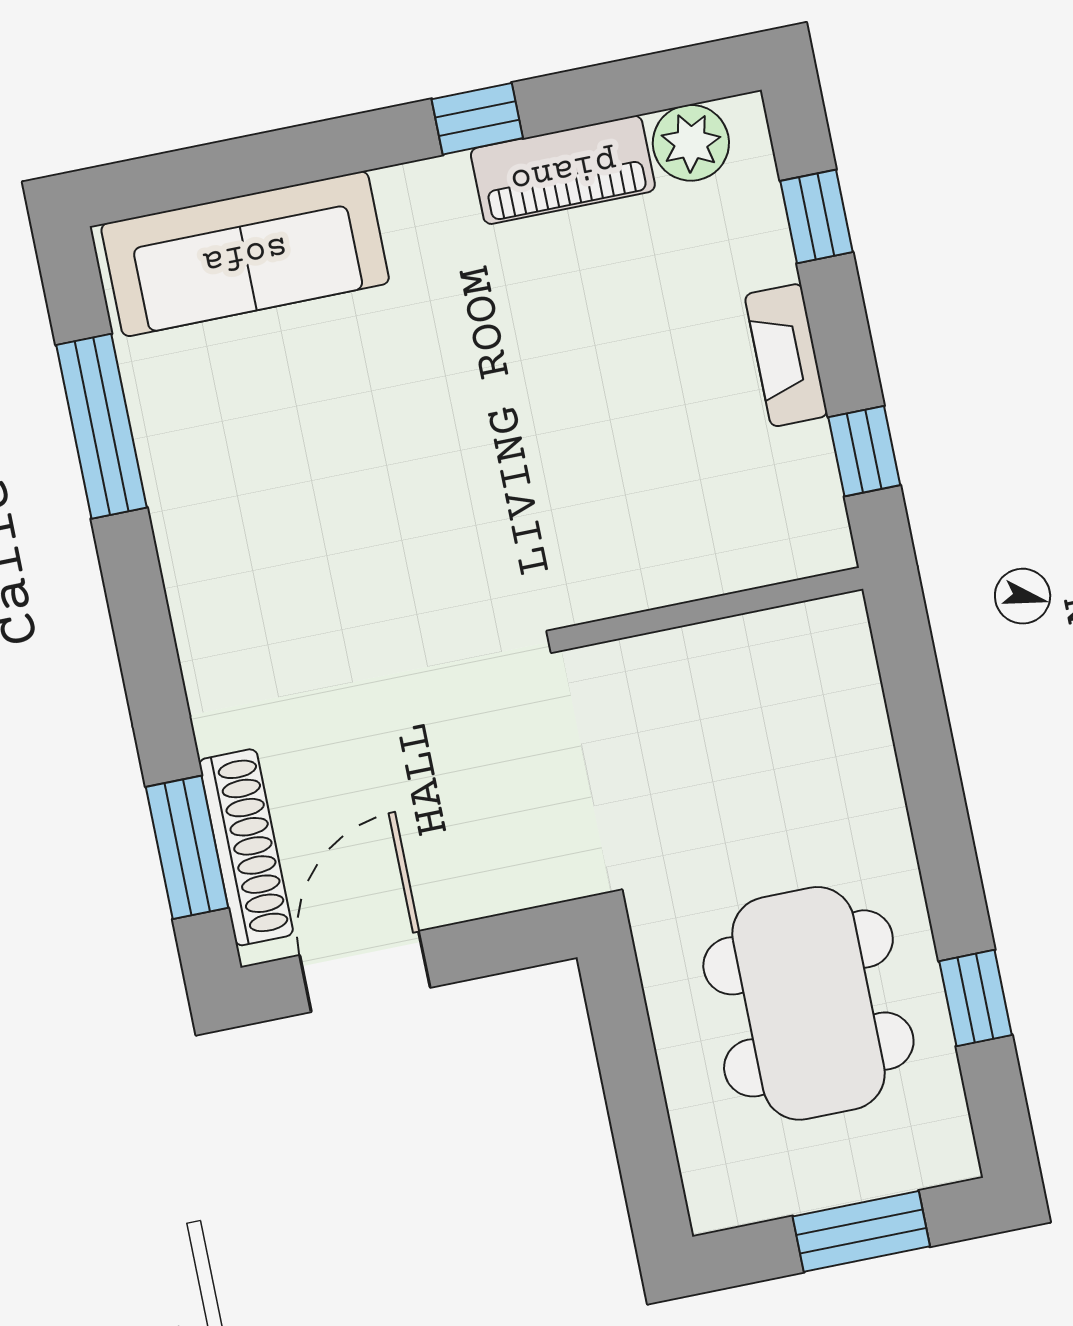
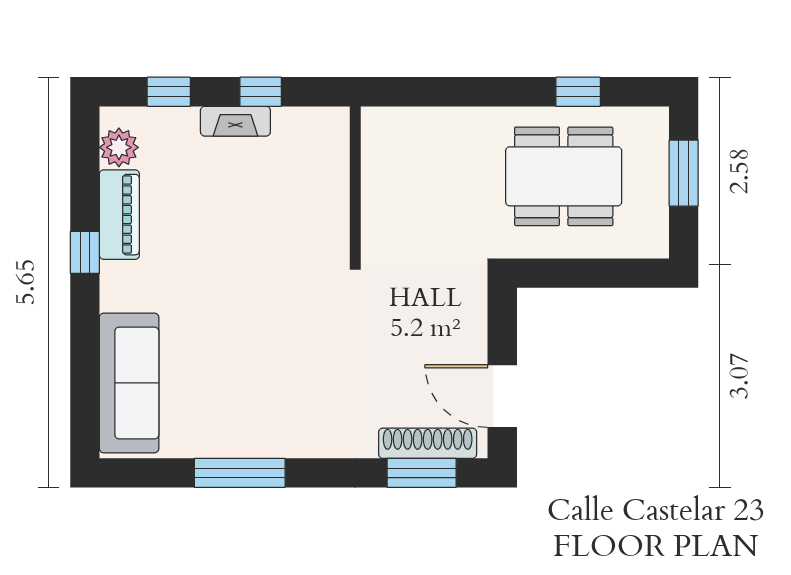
window: (101, 426) -> (240, 473), moved
window: (864, 451) -> (261, 92), moved

